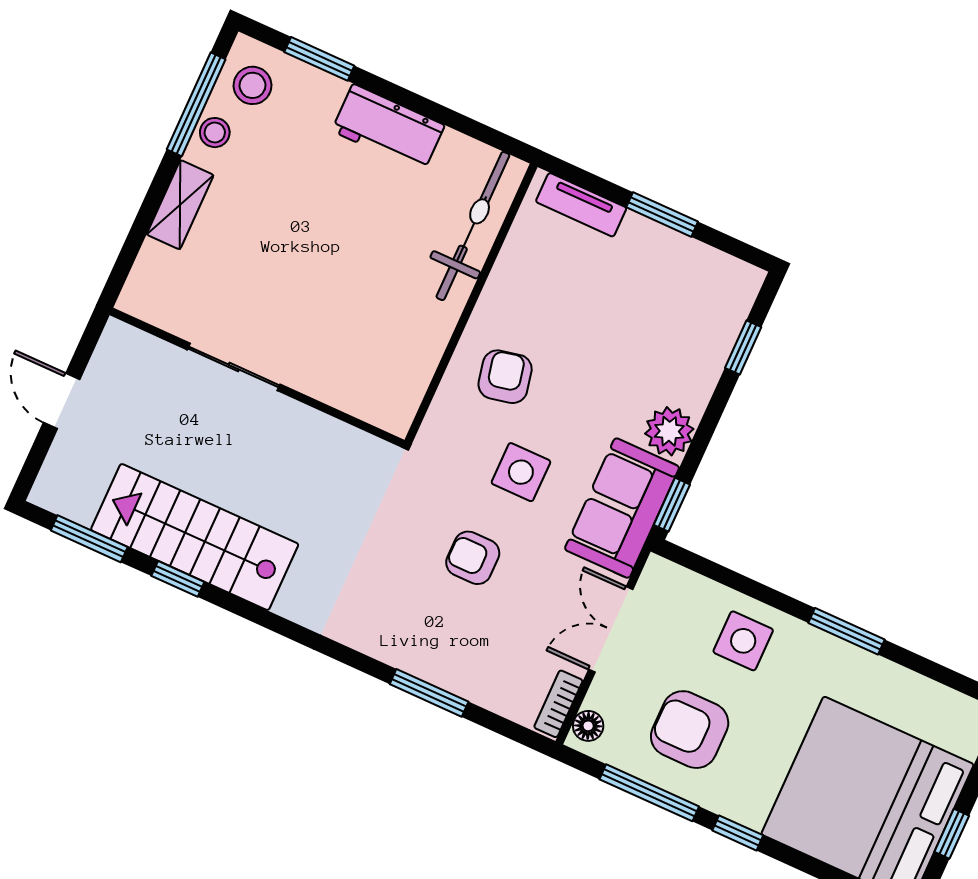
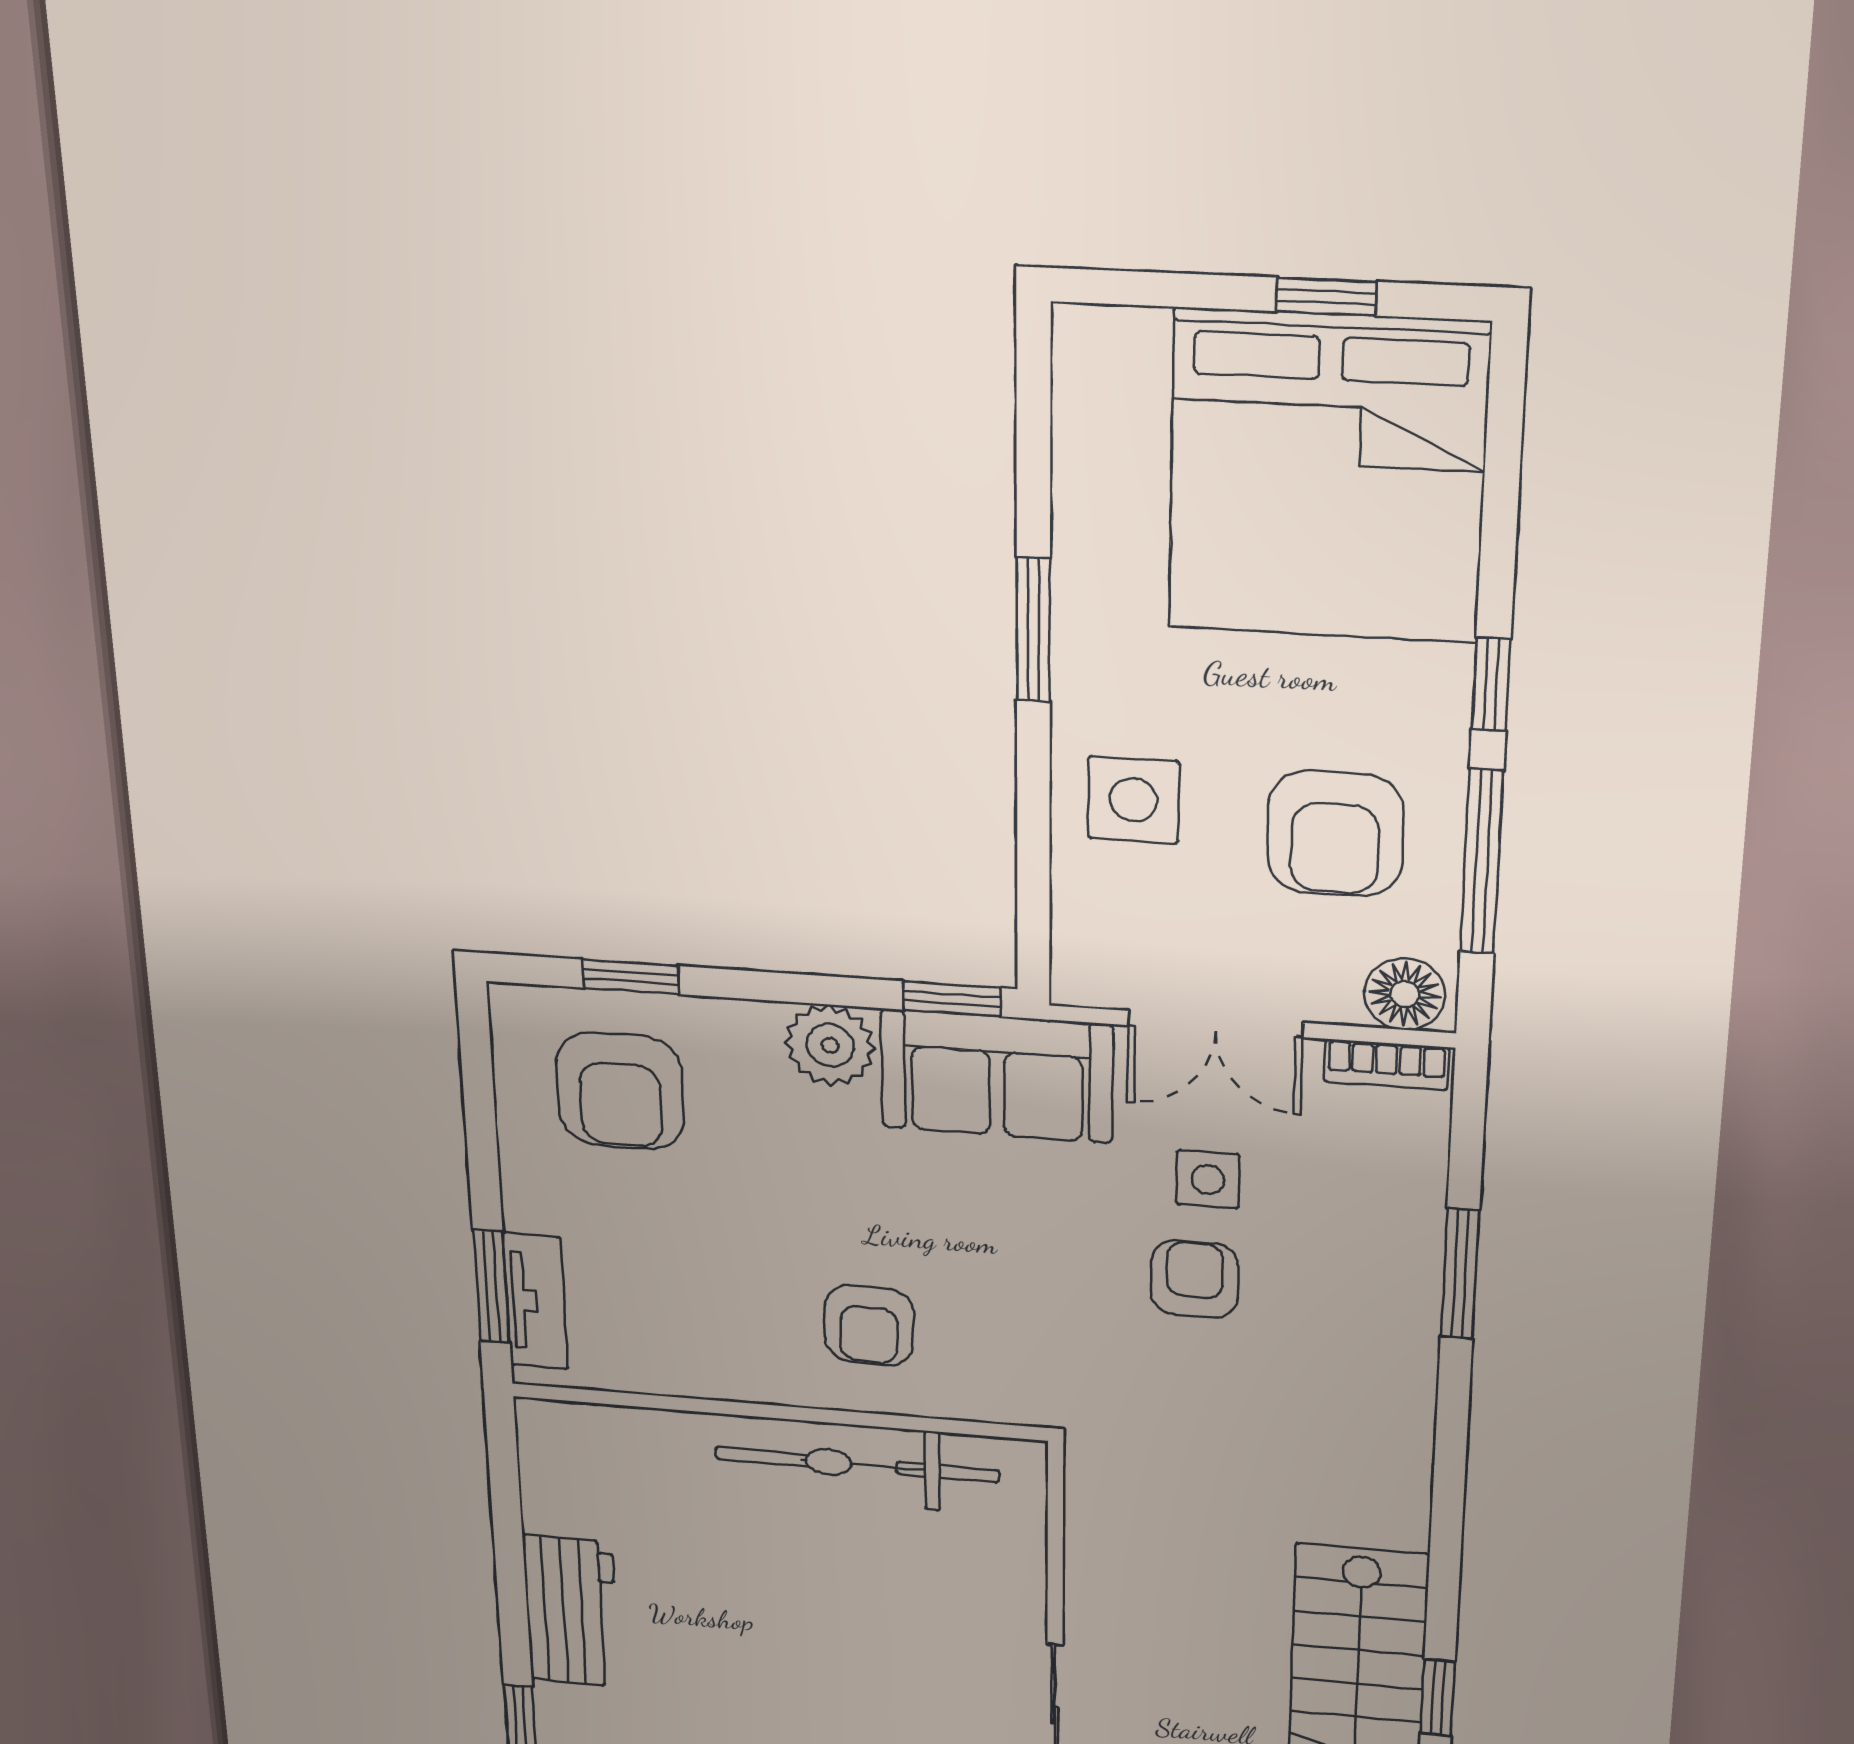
window: (662, 214) -> (491, 1287), moved
bicycle: (473, 226) -> (857, 1464), moved
armchair: (683, 311) -> (620, 1091), added
armchair: (505, 377) -> (869, 1325), turned -76
side table: (521, 472) -> (1208, 1179), moved, width x0.73, depth x0.73
armchair: (473, 558) -> (1195, 1279), turned 180
floor lamp: (588, 726) -> (1405, 994), width x1.37, depth x1.37

